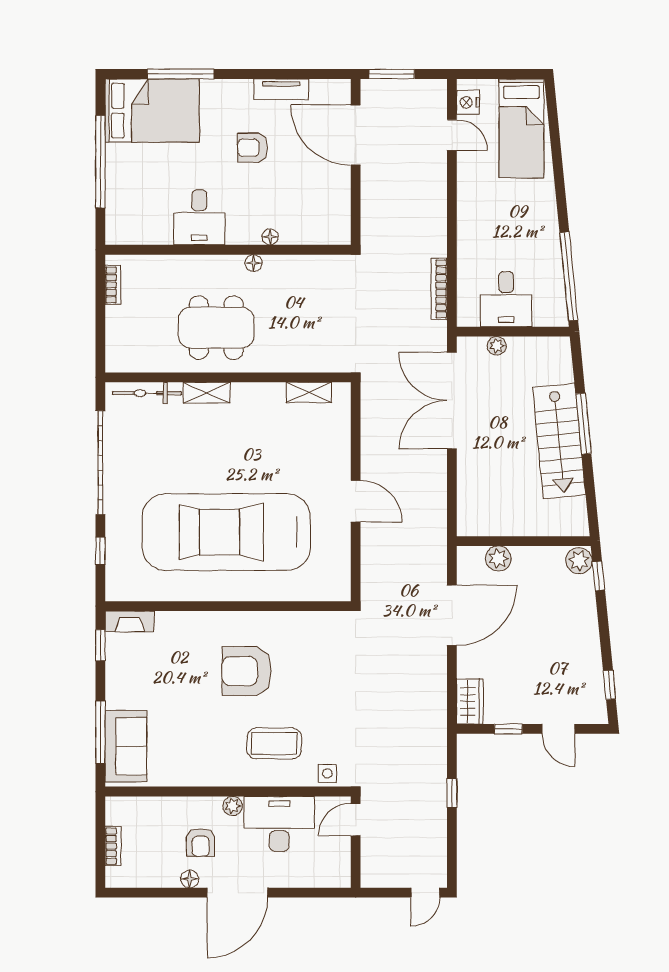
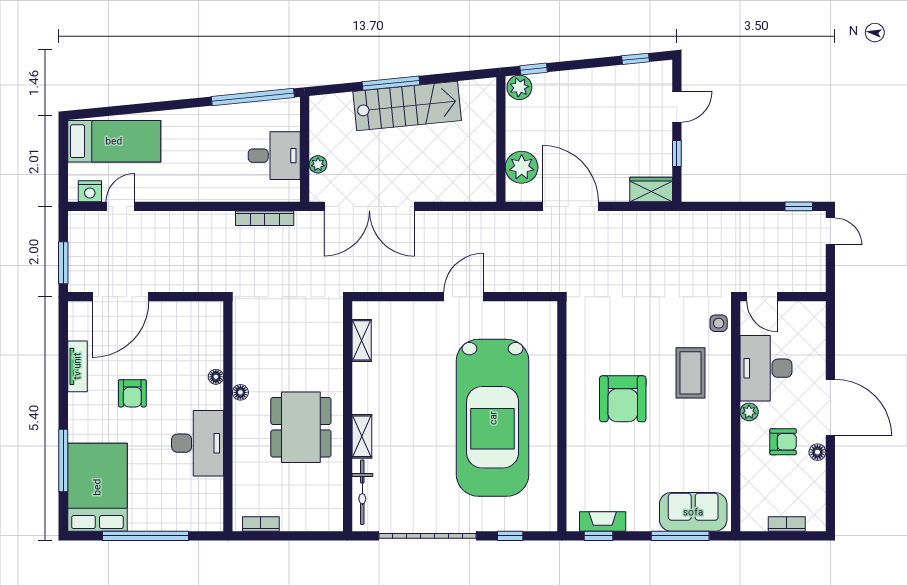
desk: (199, 217) -> (198, 443), width x1.37
plant: (498, 559) -> (522, 167), width x1.36, depth x1.36
fireplace: (130, 621) -> (603, 521), moved, turned -90
window: (452, 793) -> (799, 206), moved

